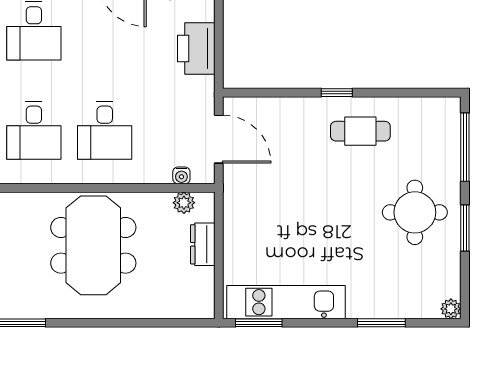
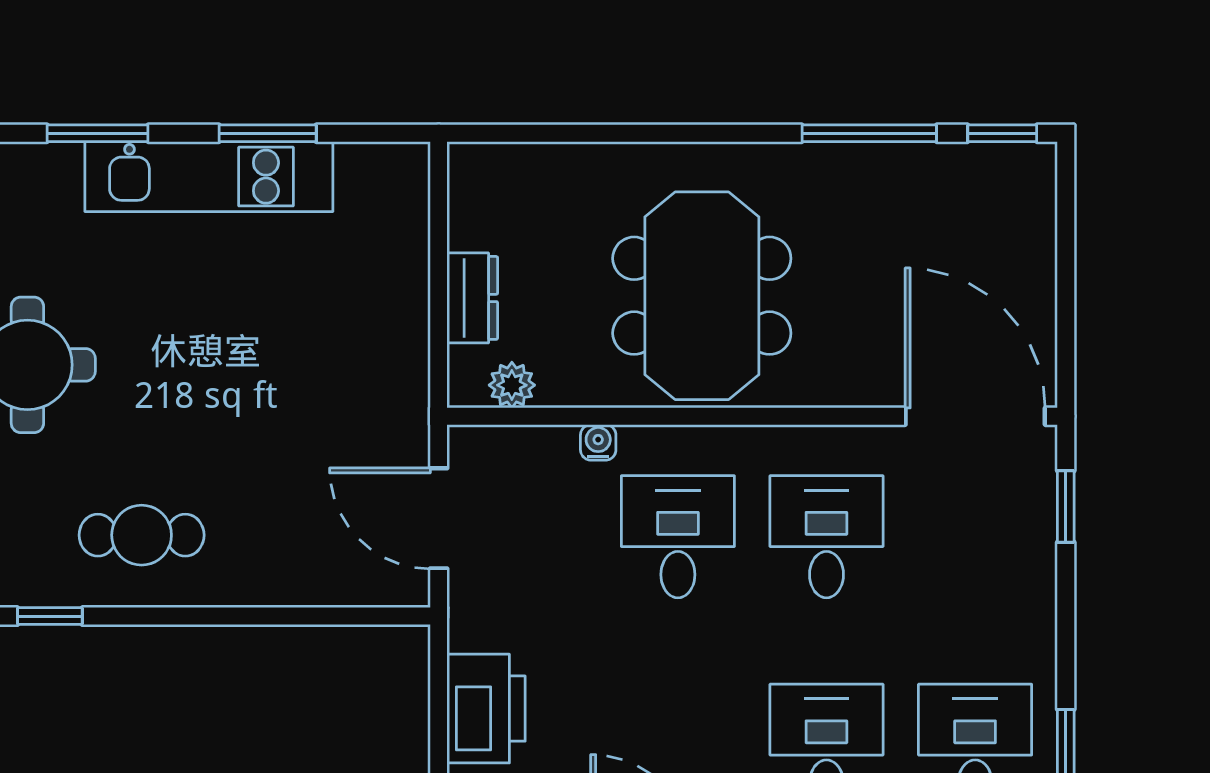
window: (337, 93) -> (50, 616), moved
water cooler: (181, 175) -> (598, 442), moved
kitchen unit: (286, 302) -> (209, 177), moved
window: (259, 323) -> (268, 133), moved

